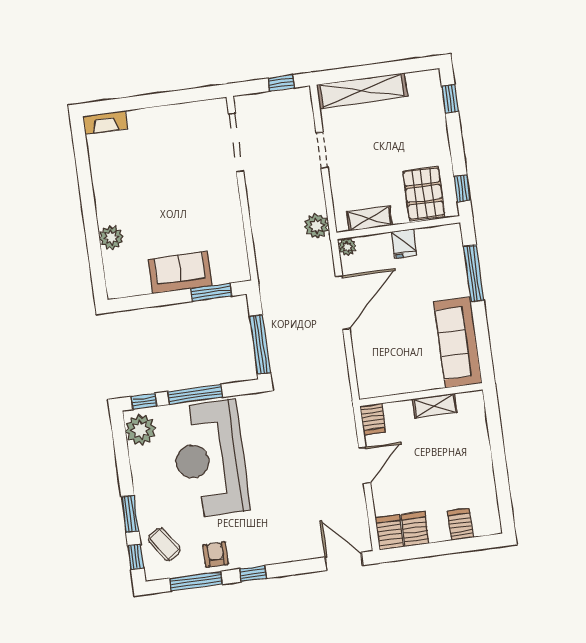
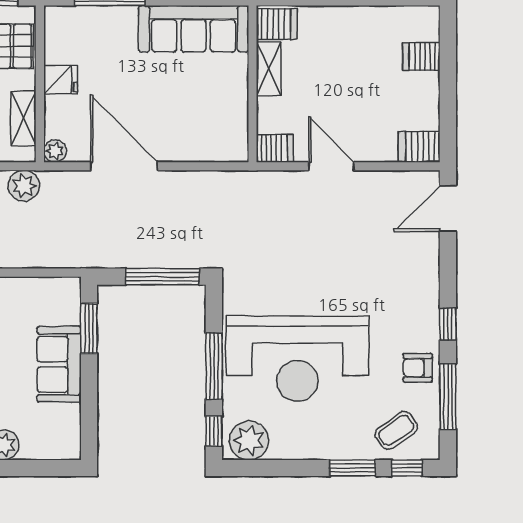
server rack: (415, 529) -> (277, 24), moved, turned 180

